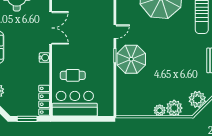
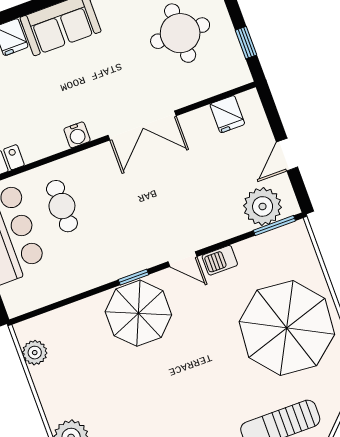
barbecue: (121, 16) -> (220, 260), added
plant: (160, 110) -> (35, 353), moved

